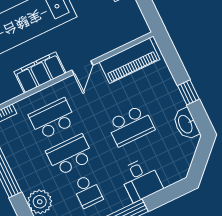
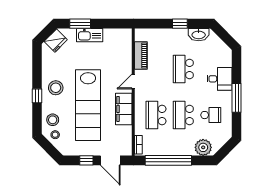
piano: (130, 61) -> (141, 55), width x0.73, depth x0.75
door: (82, 68) -> (133, 81), swing flipped
school desk: (131, 126) -> (183, 69), turned 180

